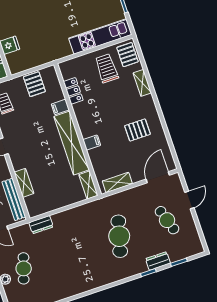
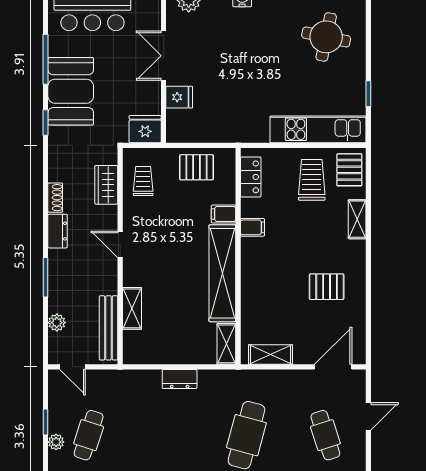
pallet: (34, 84) -> (197, 167), turned 90
locker: (73, 91) -> (251, 177), moved
filing cabinet: (92, 143) -> (252, 227), moved
dresser: (41, 225) -> (180, 379), moved

